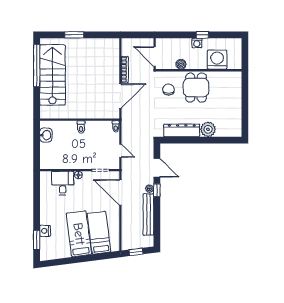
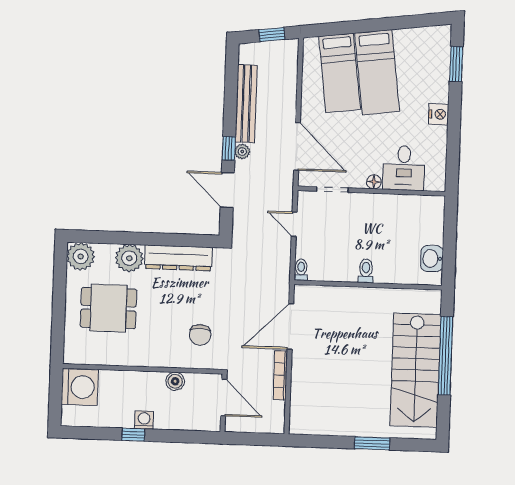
washing machine: (217, 60) -> (80, 387), moved, turned -90
window: (37, 66) -> (446, 356), moved
dining table: (196, 88) -> (108, 308), moved, turned 90
plant: (234, 129) -> (81, 256), added
nightstand: (45, 231) -> (439, 114), moved

